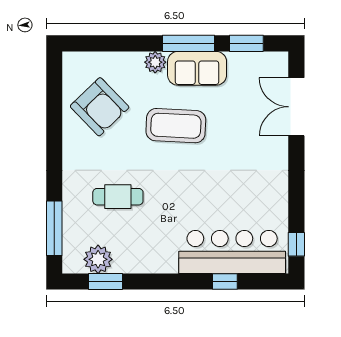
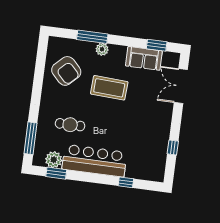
window: (188, 43) -> (92, 37), moved
sofa: (197, 68) -> (144, 58), moved
window: (296, 244) -> (173, 148), moved
bar counter: (232, 252) -> (94, 161), moved

